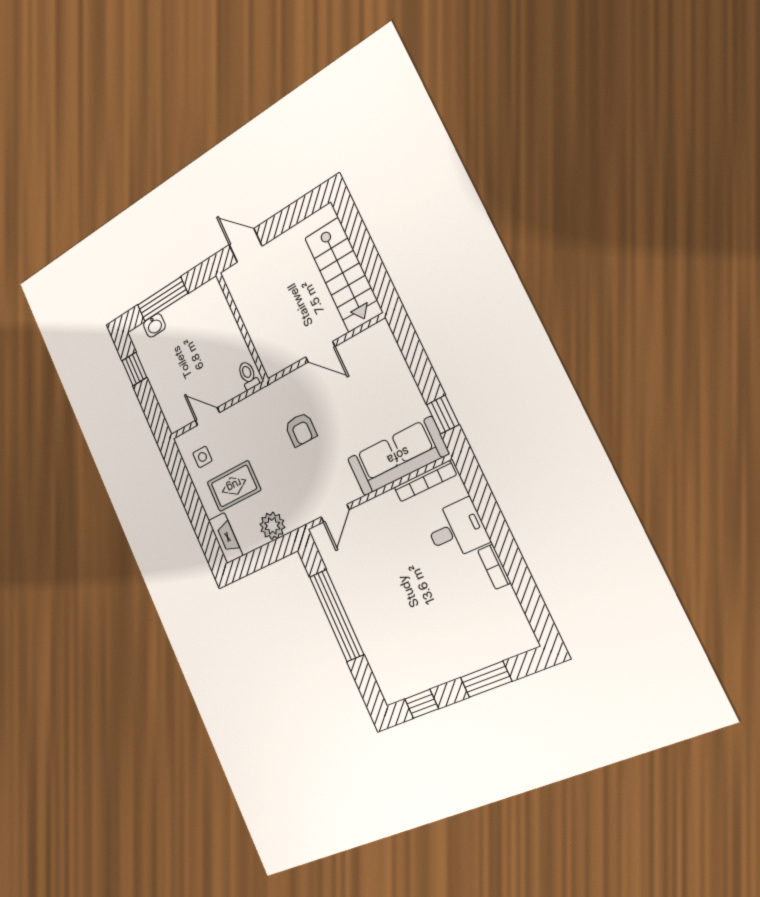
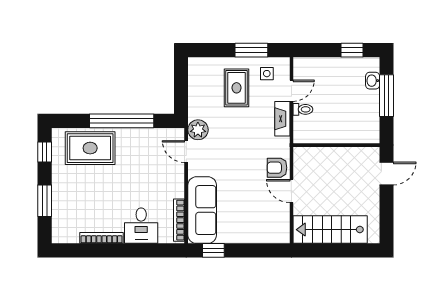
door: (320, 352) -> (291, 191), hinge flipped
toilet: (248, 375) -> (303, 109), moved
armchair: (301, 430) -> (277, 168), moved
window: (186, 489) -> (251, 50), added
plant: (272, 526) -> (198, 130), moved
fireplace: (226, 538) -> (282, 119), moved, turned 90
bookcase: (494, 567) -> (102, 238), width x1.56
rug: (389, 643) -> (90, 148), added

